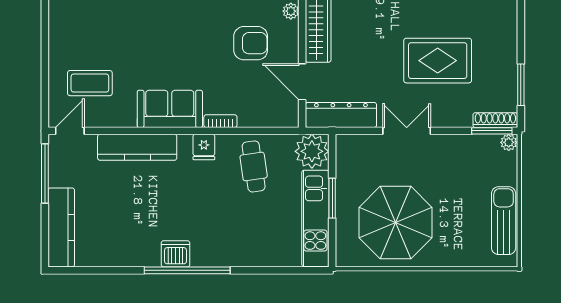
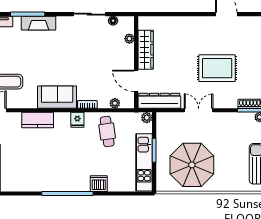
armchair: (251, 43) -> (105, 58), removed
plant: (266, 119) -> (115, 103), added
kitchen counter: (137, 147) -> (38, 120), width x0.67
plant: (312, 151) -> (147, 118), width x0.53, depth x0.53
dishwasher: (176, 254) -> (99, 184), moved

